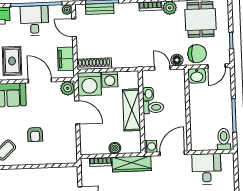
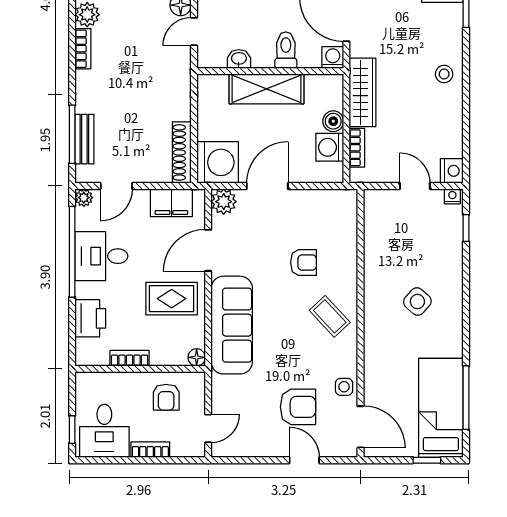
washing machine: (110, 79) -> (330, 147), moved, turned 180
toilet: (153, 107) -> (286, 50), moved

